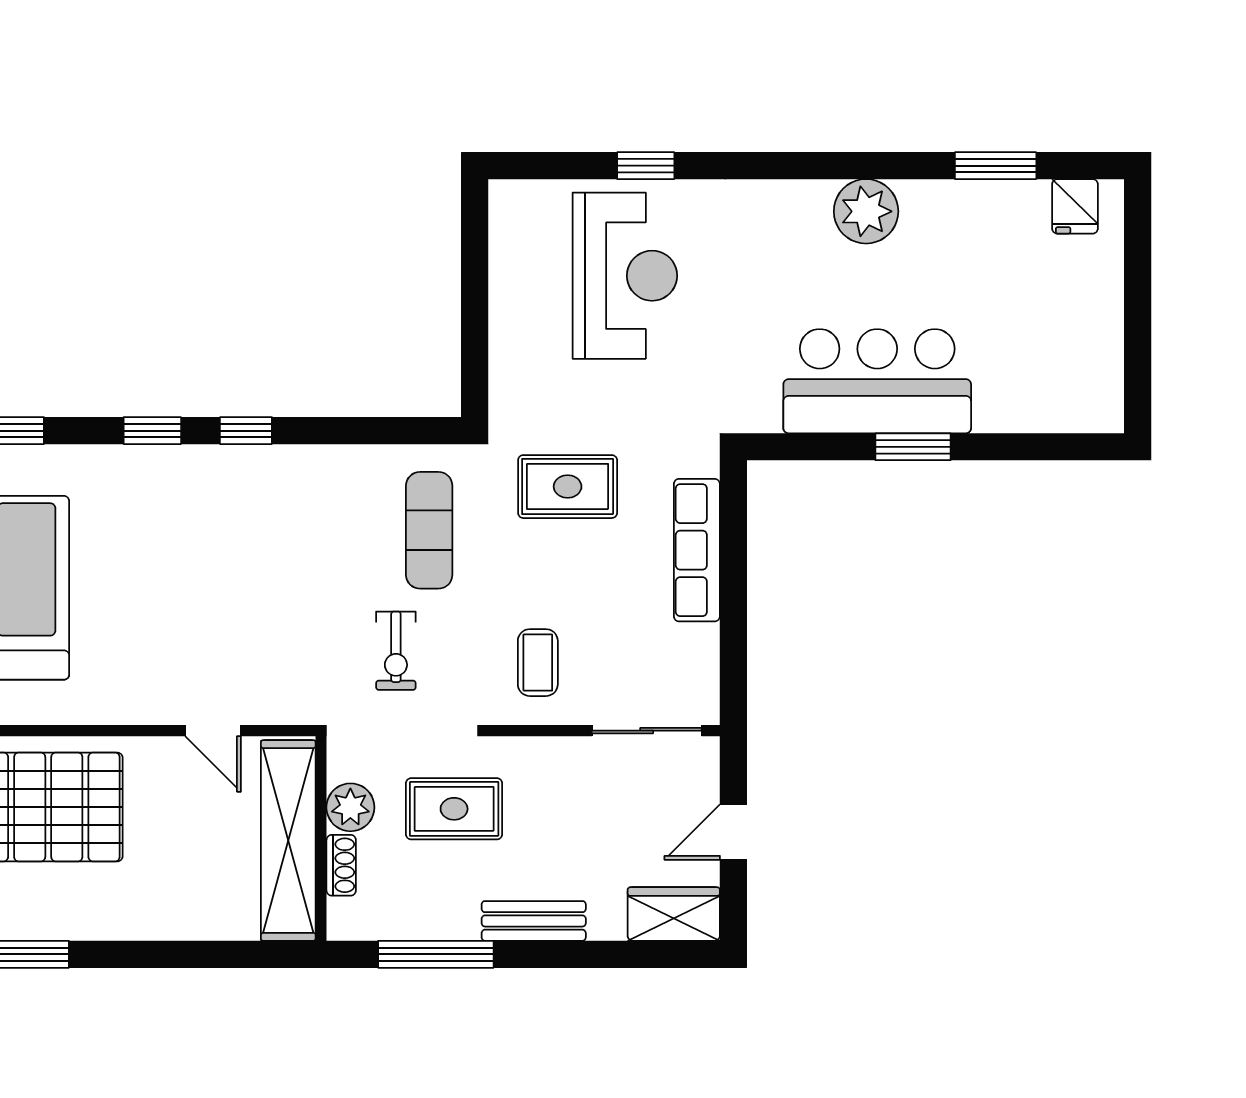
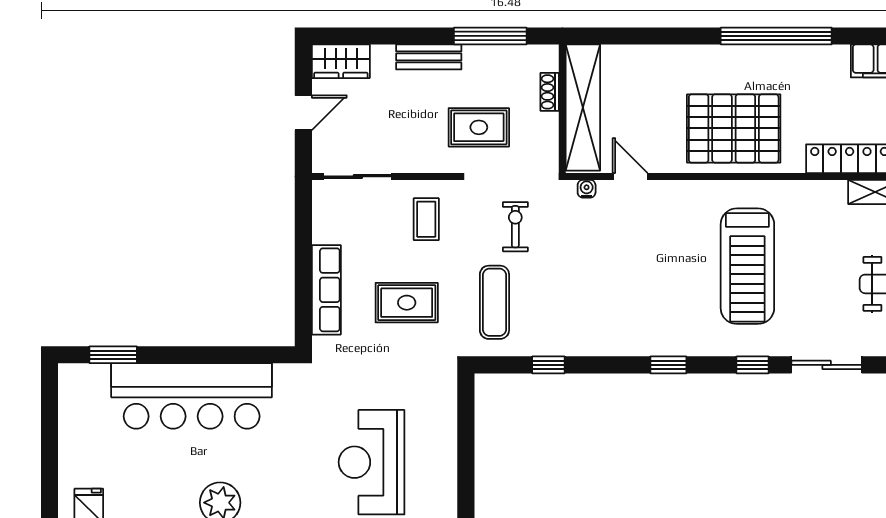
bar counter: (877, 381) -> (192, 396), width x1.36
window: (246, 431) -> (548, 365), moved
window: (913, 447) -> (113, 355), moved
rug: (568, 487) -> (407, 303), moved
water cooler: (282, 711) -> (587, 189), added
plant: (350, 807) -> (544, 128), removed

